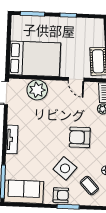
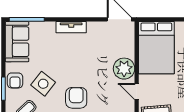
door: (76, 79) -> (137, 92), hinge flipped
plant: (37, 90) -> (124, 69), moved

